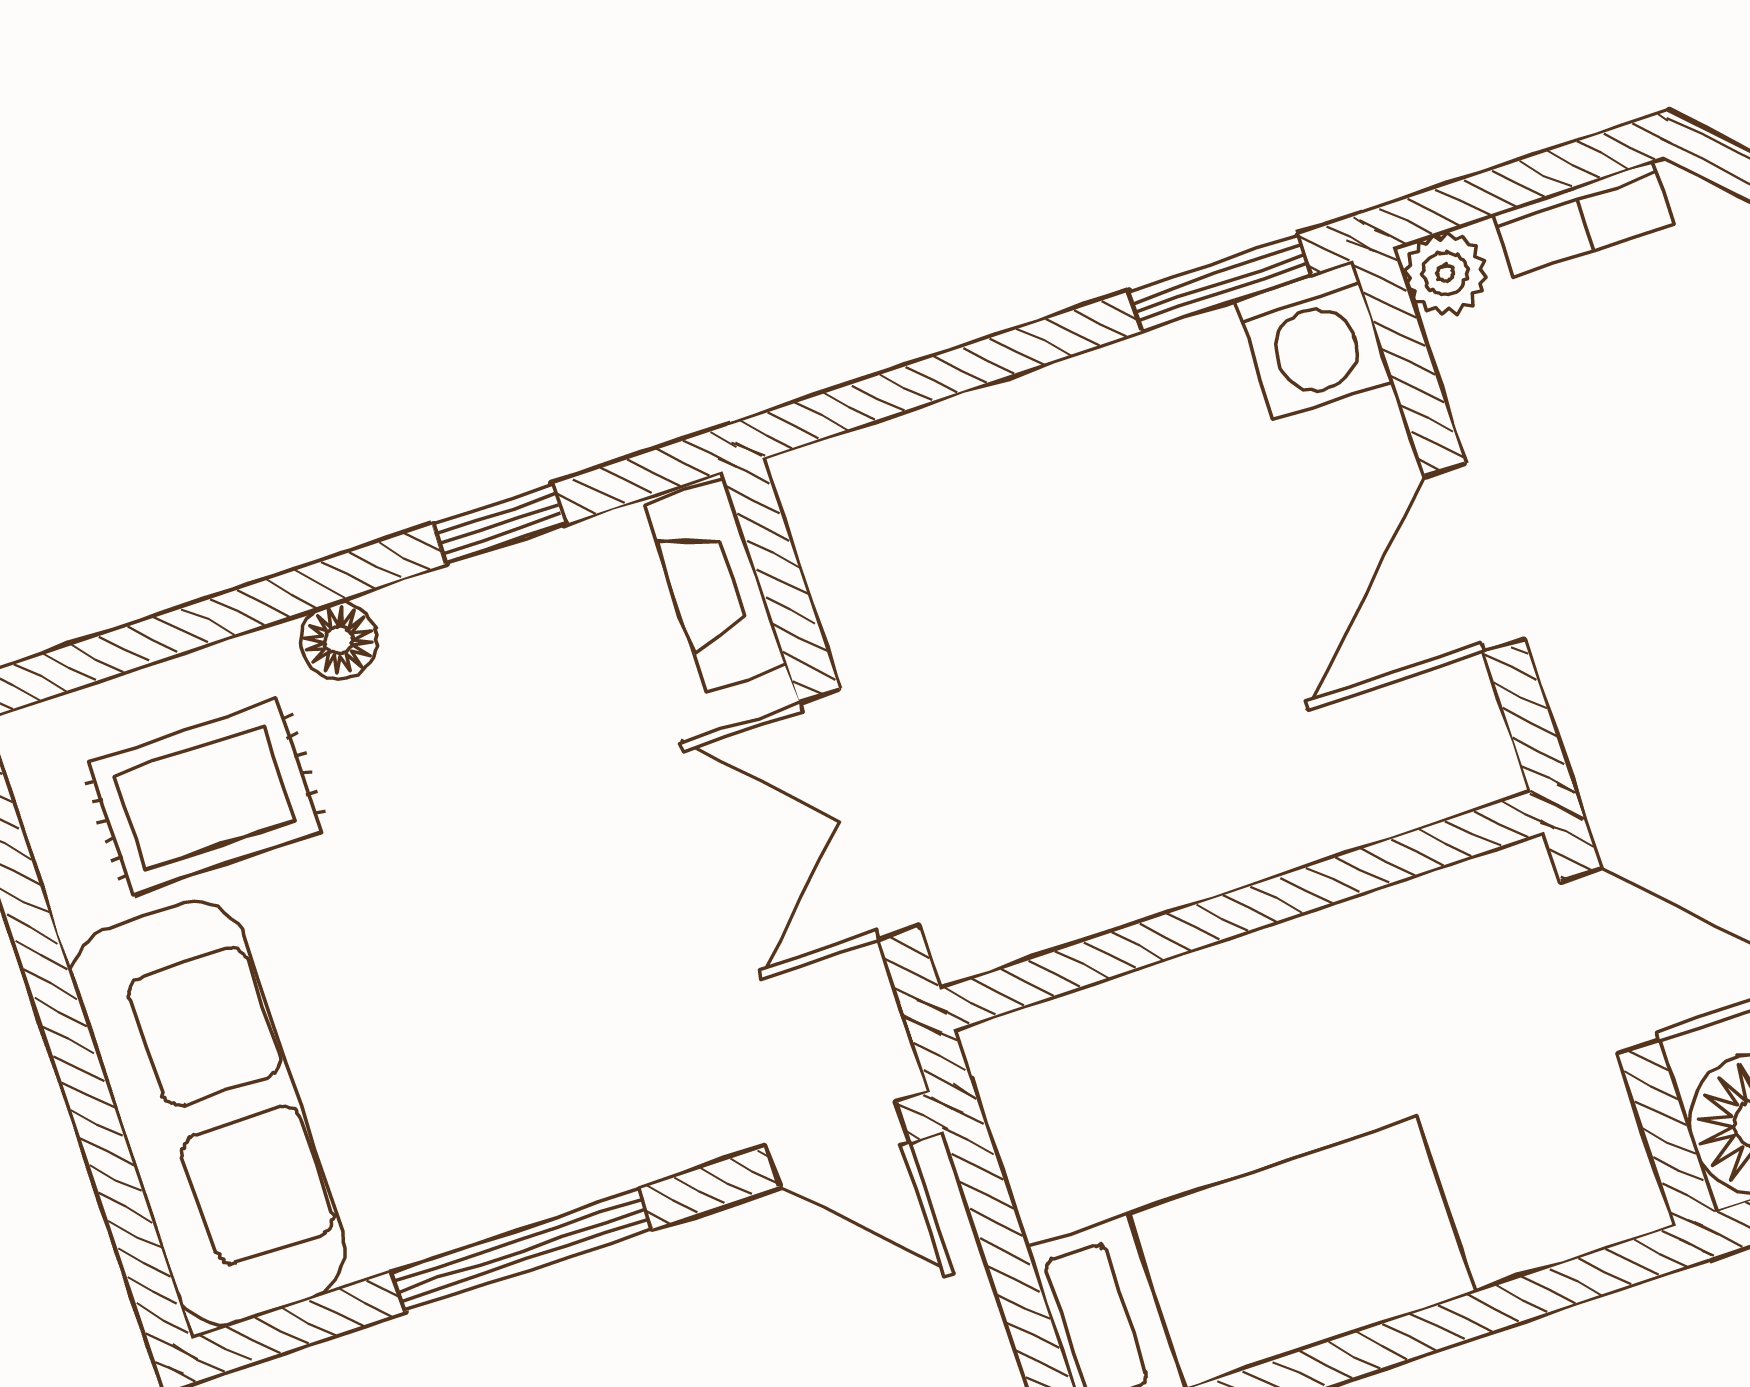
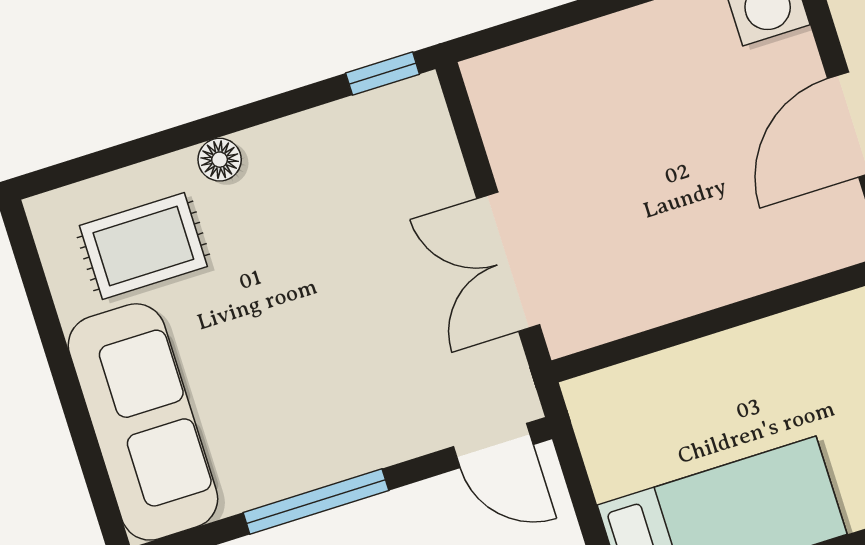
window: (499, 524) -> (383, 74), moved
fireplace: (716, 584) -> (430, 132), removed

